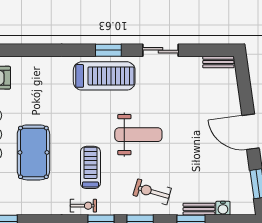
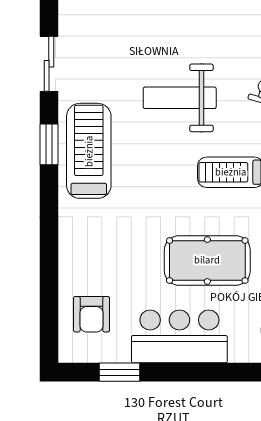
weight bench: (138, 135) -> (180, 98), turned -90

